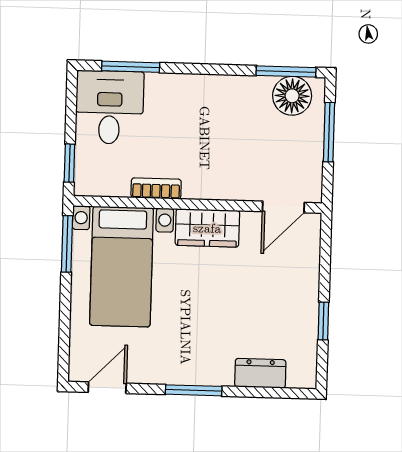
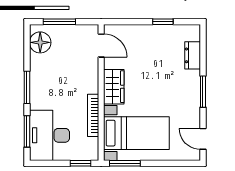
window: (286, 71) -> (27, 87), moved
desk: (110, 107) -> (49, 135), width x1.37
bookcase: (156, 188) -> (93, 115), width x1.56

